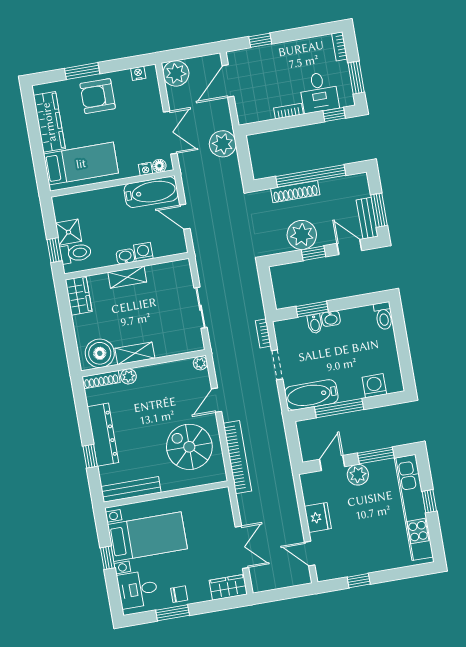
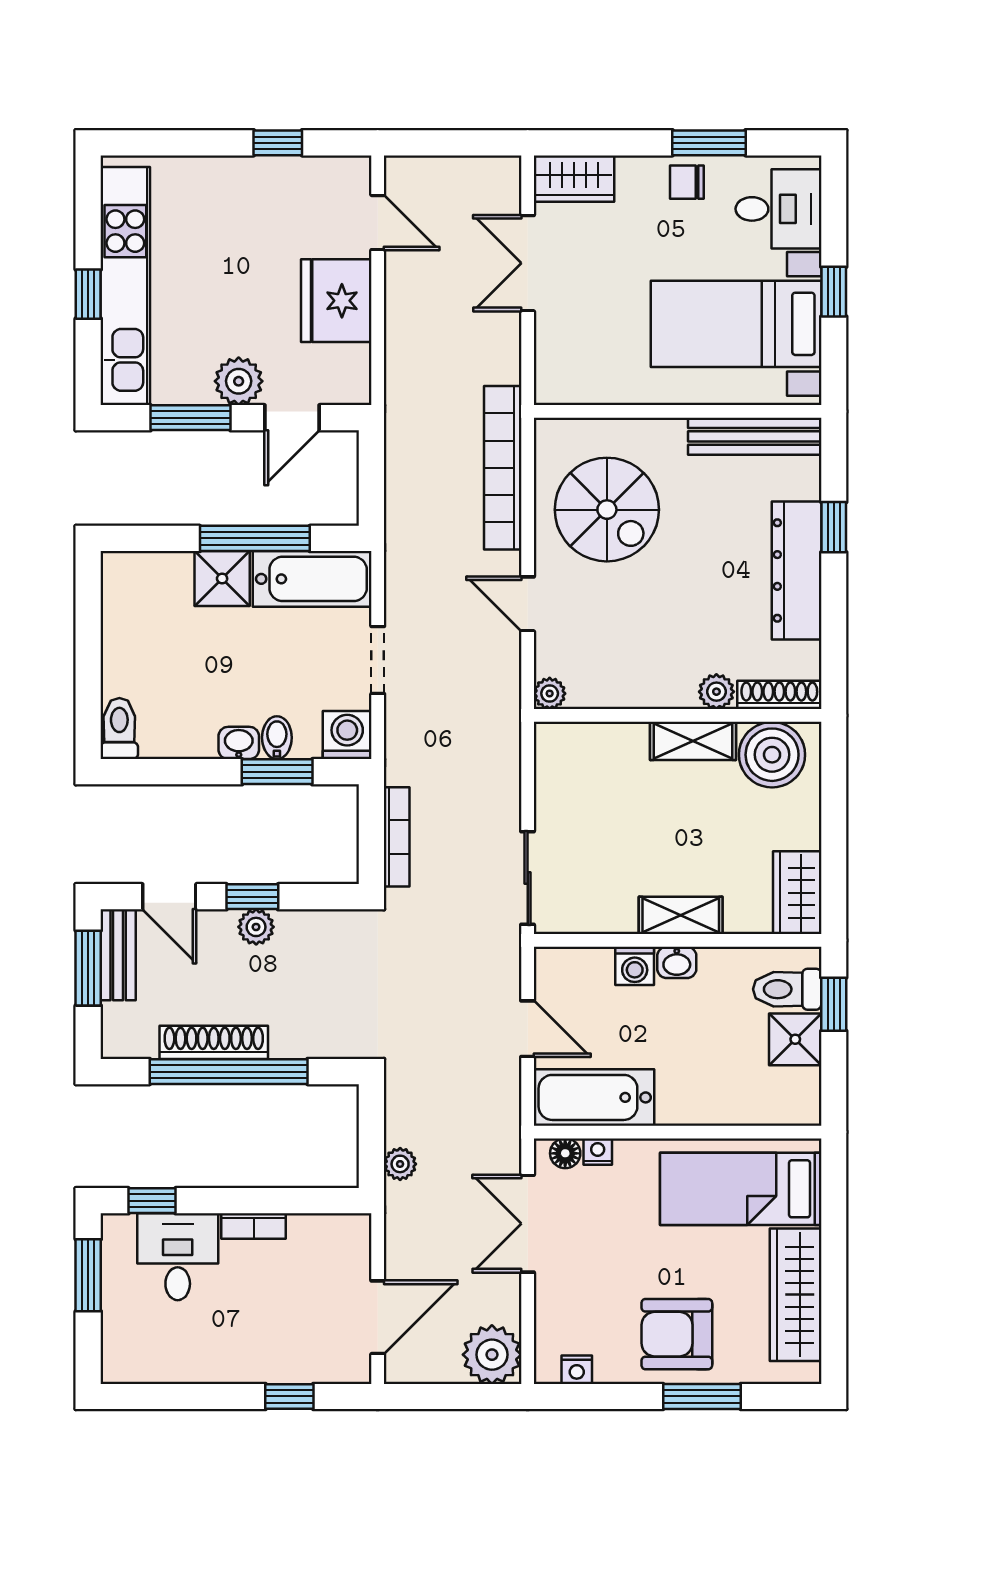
bookcase: (339, 46) -> (114, 1352), removed
armchair: (98, 96) -> (677, 1334), turned 180
plant: (223, 144) -> (400, 1164), width x0.53, depth x0.53
shoe rack: (295, 192) -> (214, 1042), moved
plant: (302, 235) -> (256, 927), width x0.53, depth x0.53
sliding door: (201, 308) -> (528, 878), moved
bookcase: (263, 333) -> (397, 837), moved, width x1.56
washing machine: (374, 386) -> (347, 735), moved, turned 180
shower: (350, 388) -> (222, 579), added
door: (216, 400) -> (528, 604), swing flipped
fridge: (318, 517) -> (336, 301), width x1.36, depth x1.34

